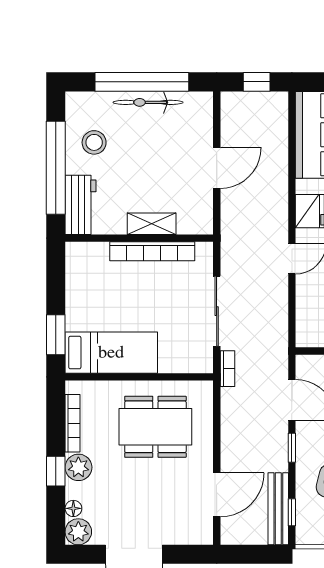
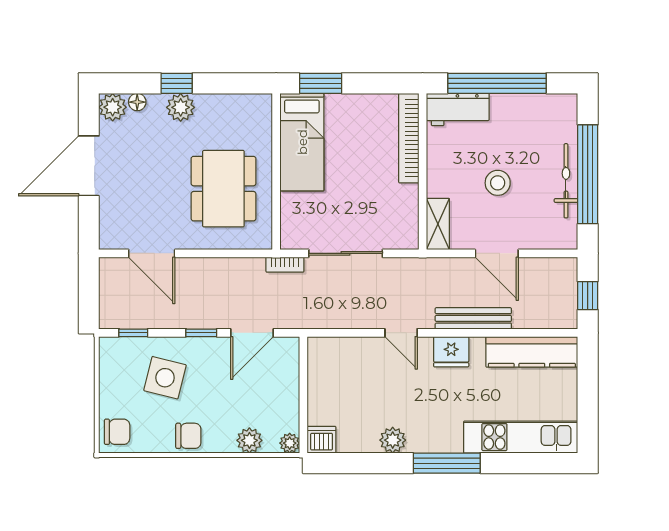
stool: (94, 142) -> (498, 183), moved
shelving: (152, 224) -> (438, 224), moved
bookcase: (152, 251) -> (409, 138), moved
bookcase: (73, 423) -> (227, 101), removed
bench: (278, 509) -> (473, 318), moved

